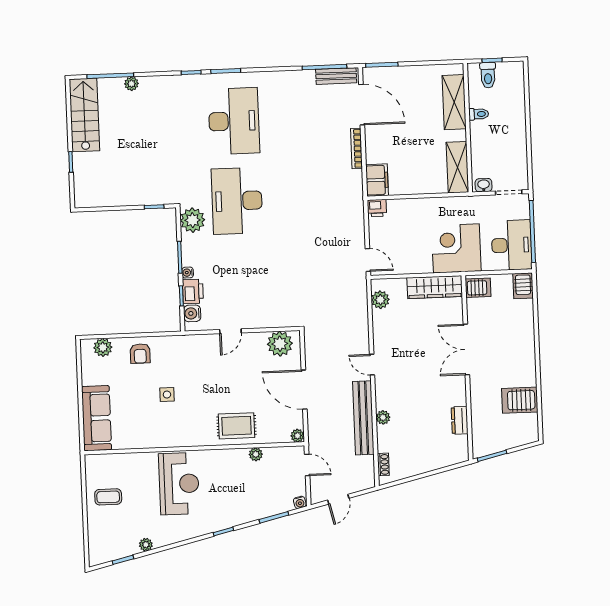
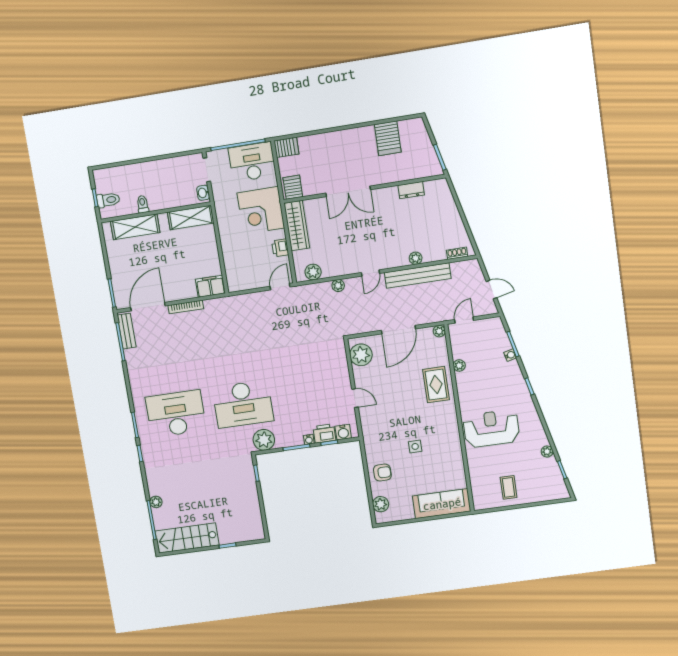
printer: (377, 208) -> (280, 248), moved, turned 180
plant: (362, 326) -> (338, 286), added
water cooler: (300, 502) -> (510, 355), moved

